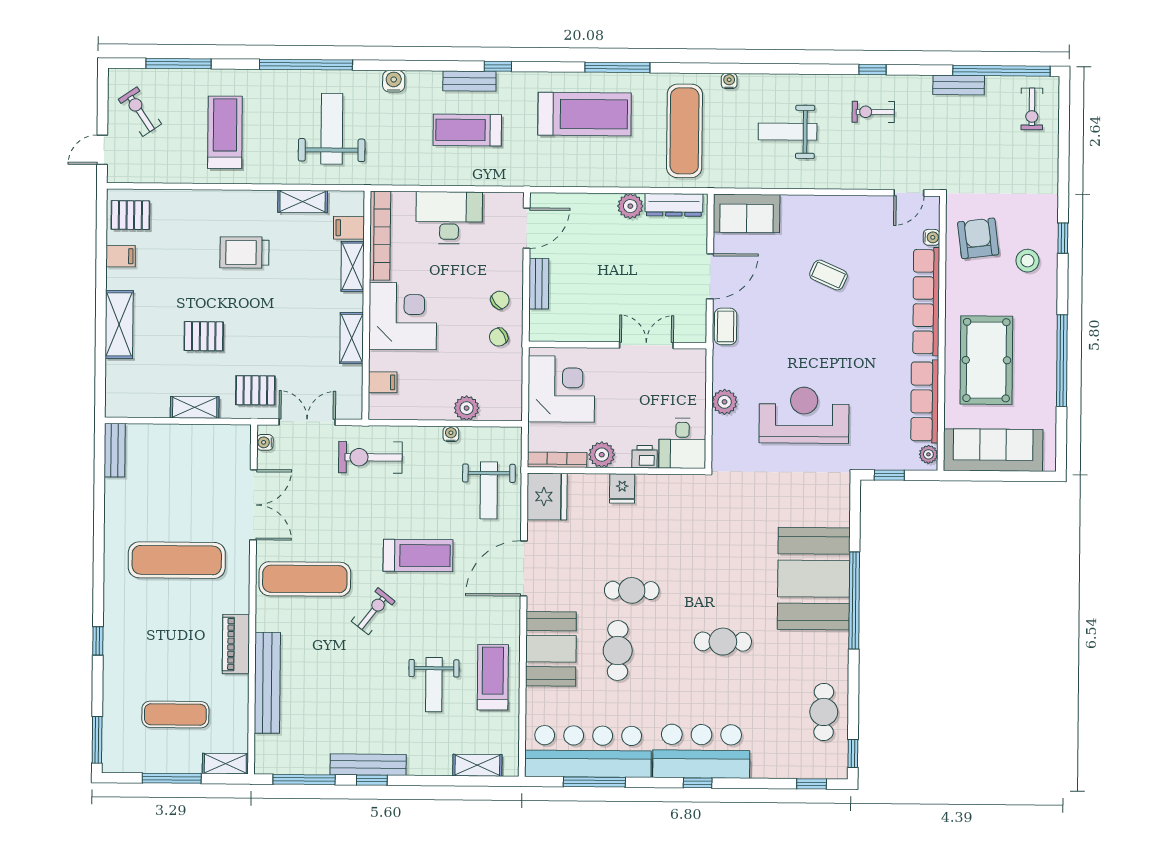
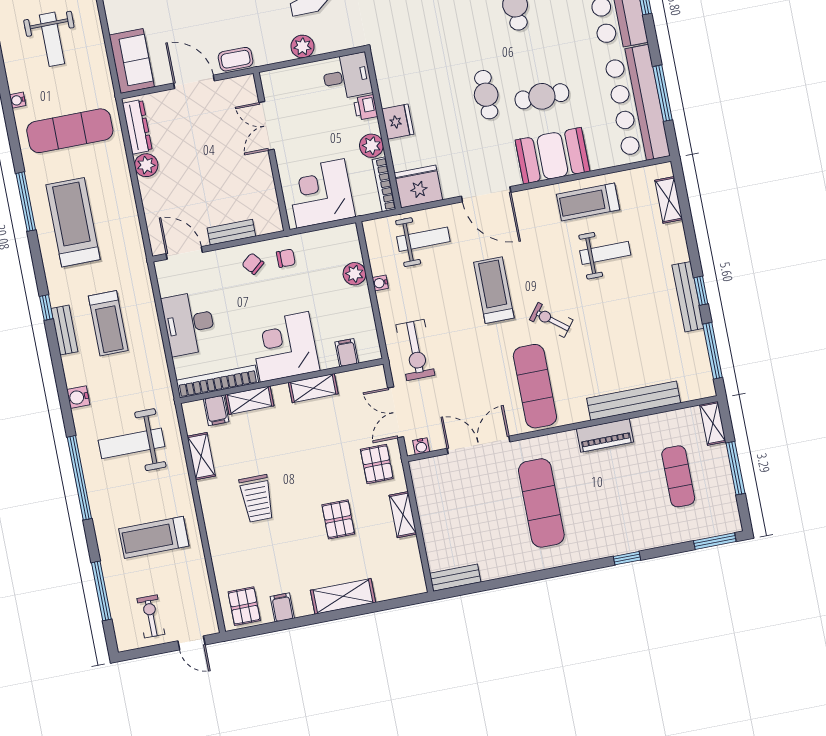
exercise bike: (140, 112) -> (151, 616), turned 124
chair: (499, 337) -> (286, 258), turned -60
fridge: (622, 489) -> (398, 122), width x1.38

